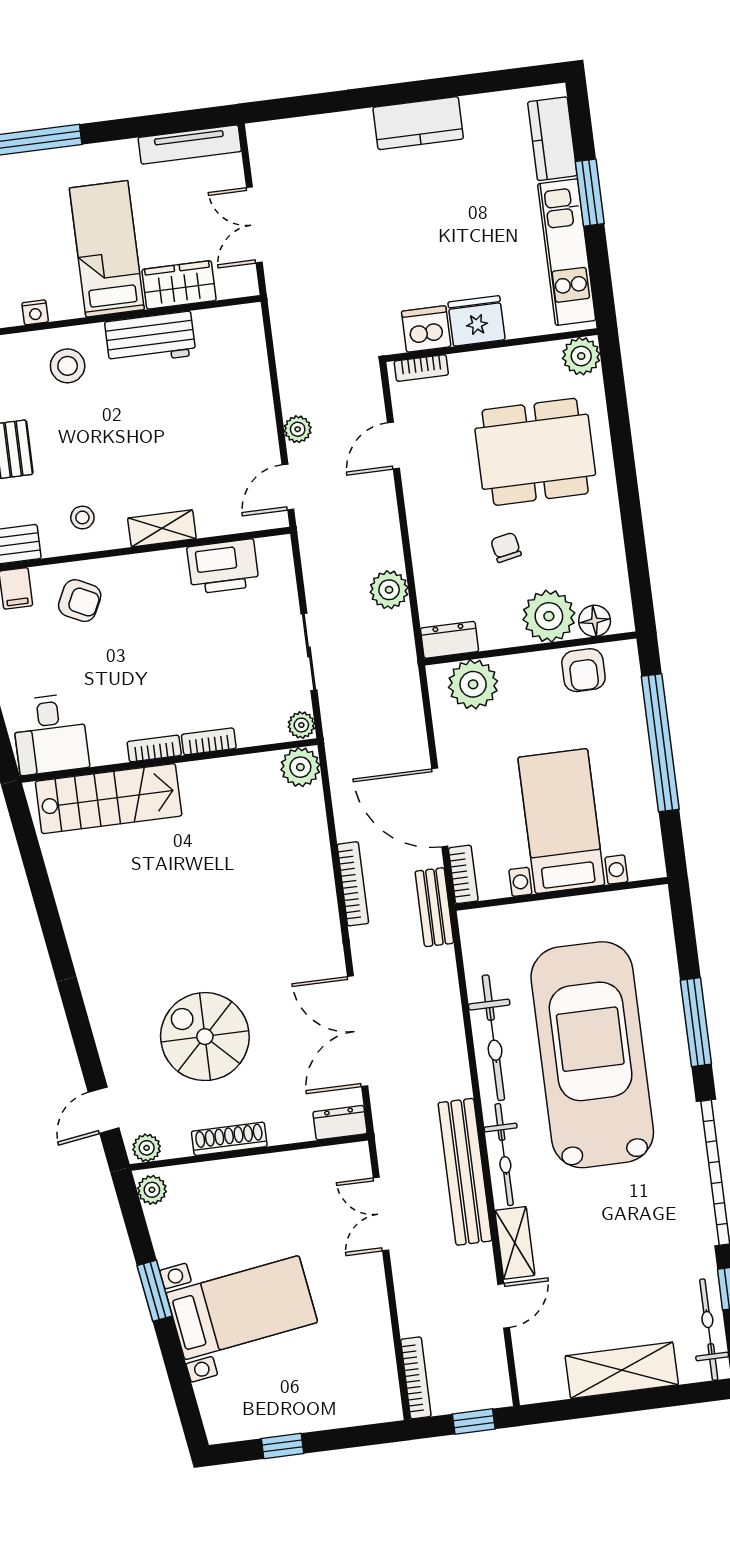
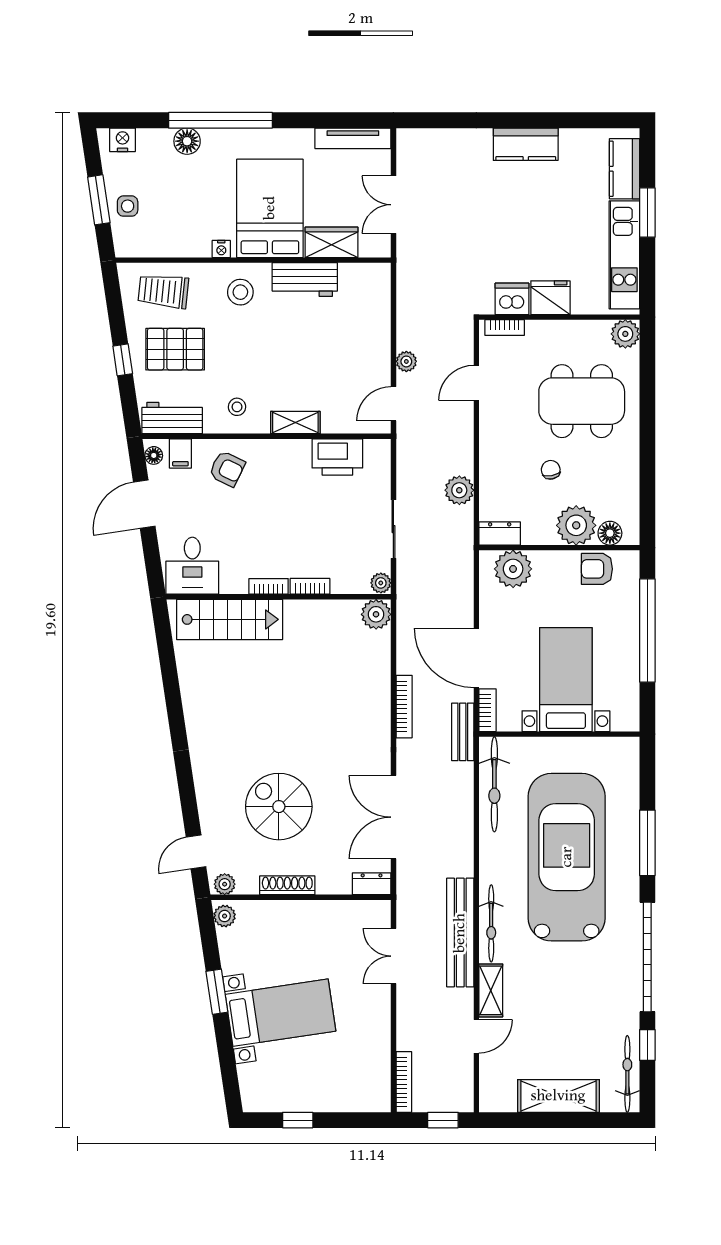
bed: (107, 249) -> (270, 208), width x1.50
armchair: (583, 670) -> (597, 569), turned 90
bicycle: (493, 1038) -> (494, 784), moved

